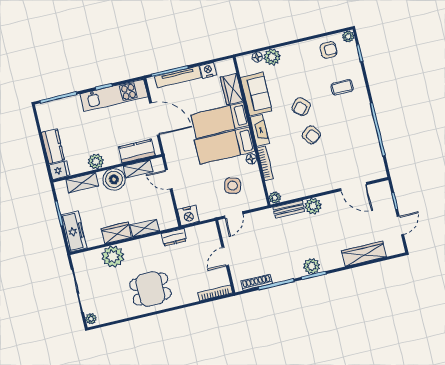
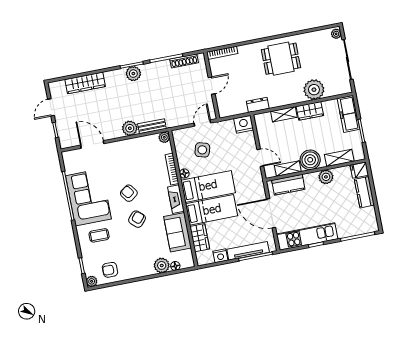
corner sofa: (355, 129) -> (88, 197), added

